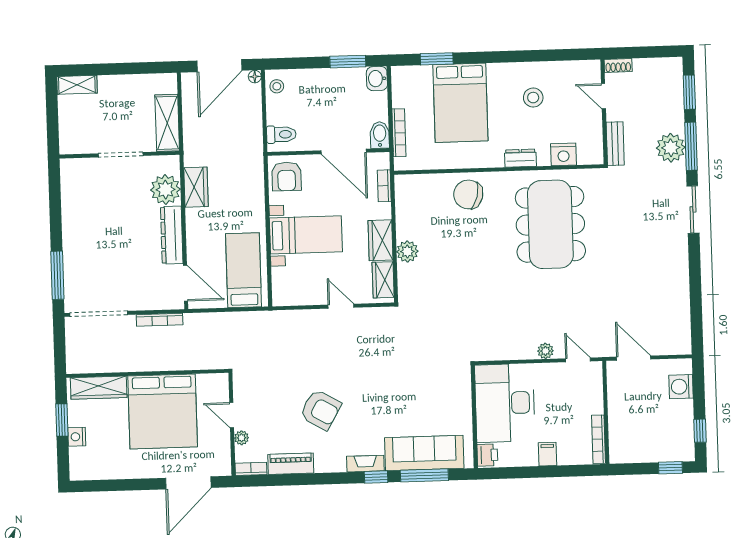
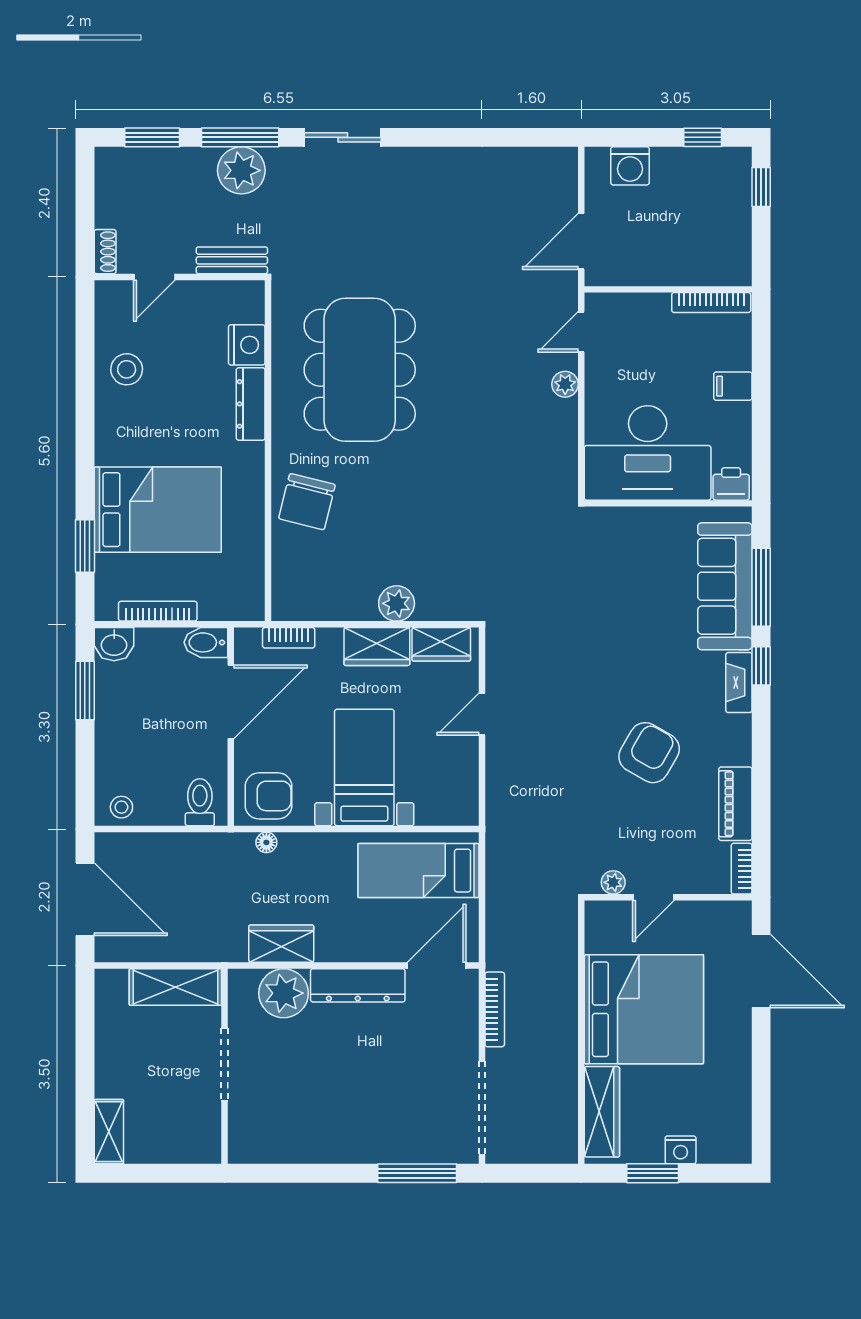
floor lamp: (255, 77) -> (266, 842), moved
stool: (533, 98) -> (127, 369), moved
bookcase: (399, 133) -> (158, 611), moved
dresser: (520, 158) -> (251, 404), width x1.44
dining table: (550, 224) -> (360, 370), turned 90
plant: (242, 438) -> (613, 882), moved

